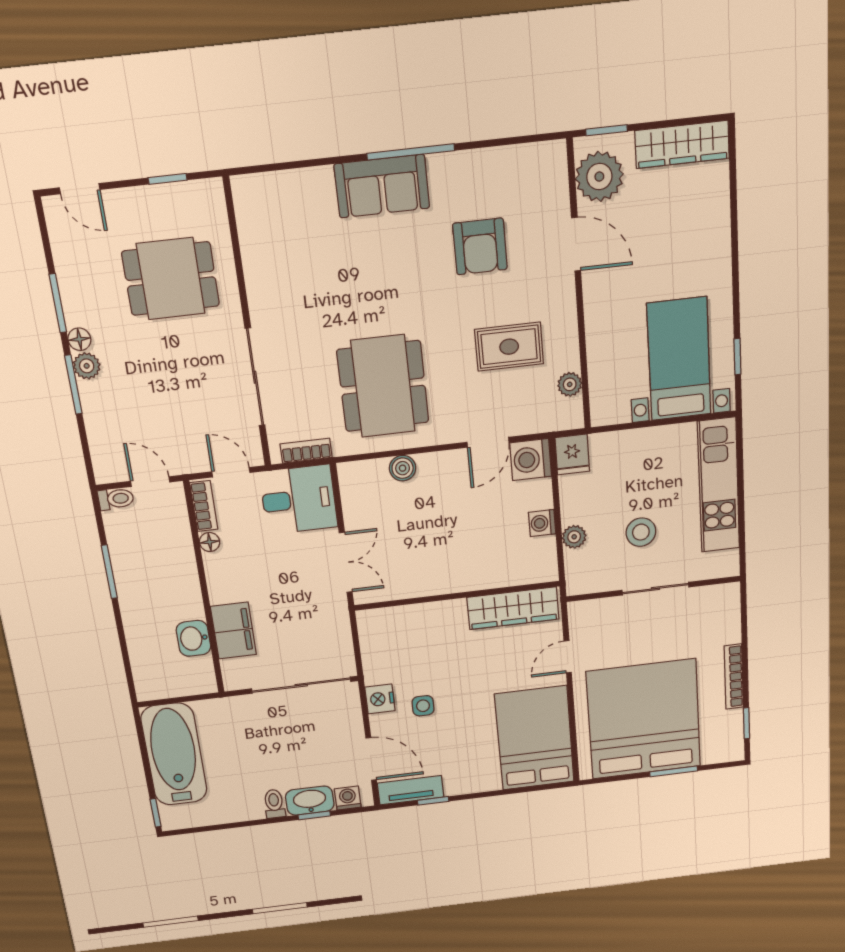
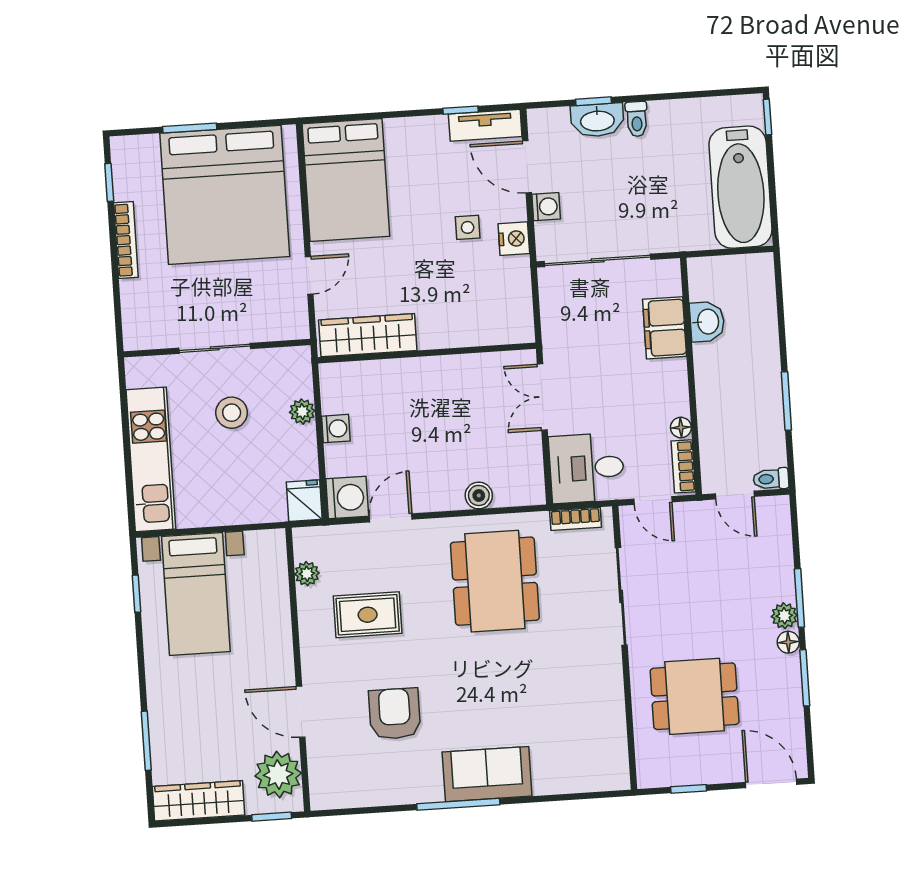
door: (80, 189) -> (771, 783), width x1.38
window: (734, 207) -> (146, 741), added
washing machine: (348, 798) -> (546, 207), moved, turned -90

